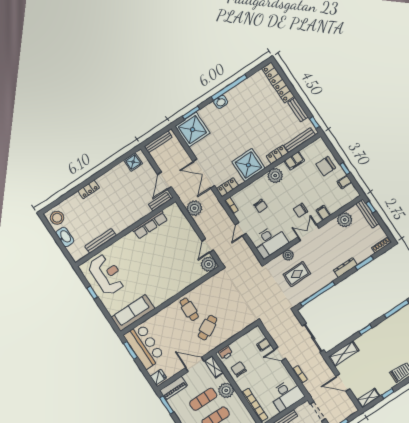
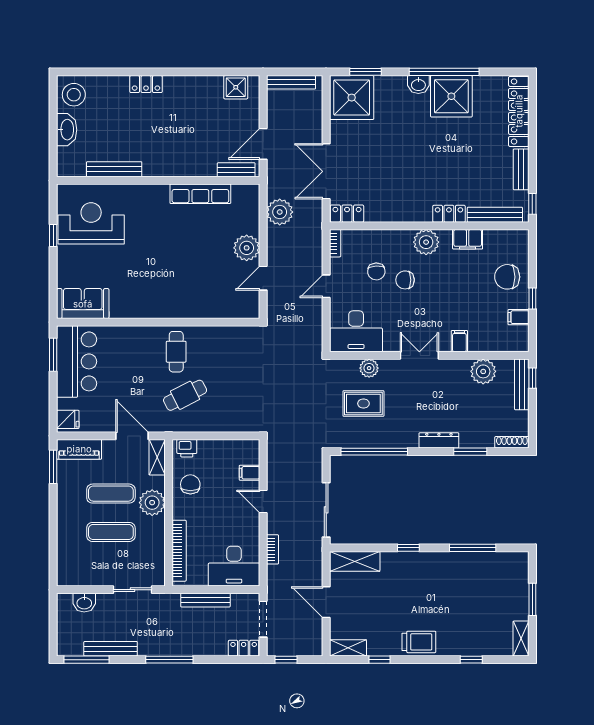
shower: (248, 165) -> (451, 96), moved
chair: (301, 210) -> (405, 280), moved
plant: (209, 264) -> (247, 248), moved
reception desk: (107, 274) -> (91, 223), turned -90
sofa: (133, 313) -> (83, 304), width x0.73

